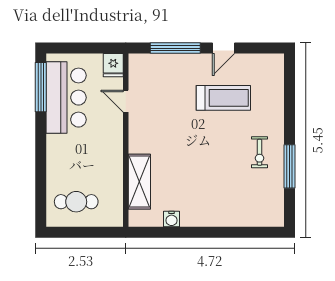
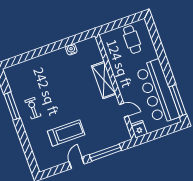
bar counter: (66, 98) -> (157, 92), width x1.36
treadmill: (223, 98) -> (66, 133), turned 180
shelving: (139, 182) -> (104, 80), moved
cafe table: (76, 202) -> (132, 40), turned 90

